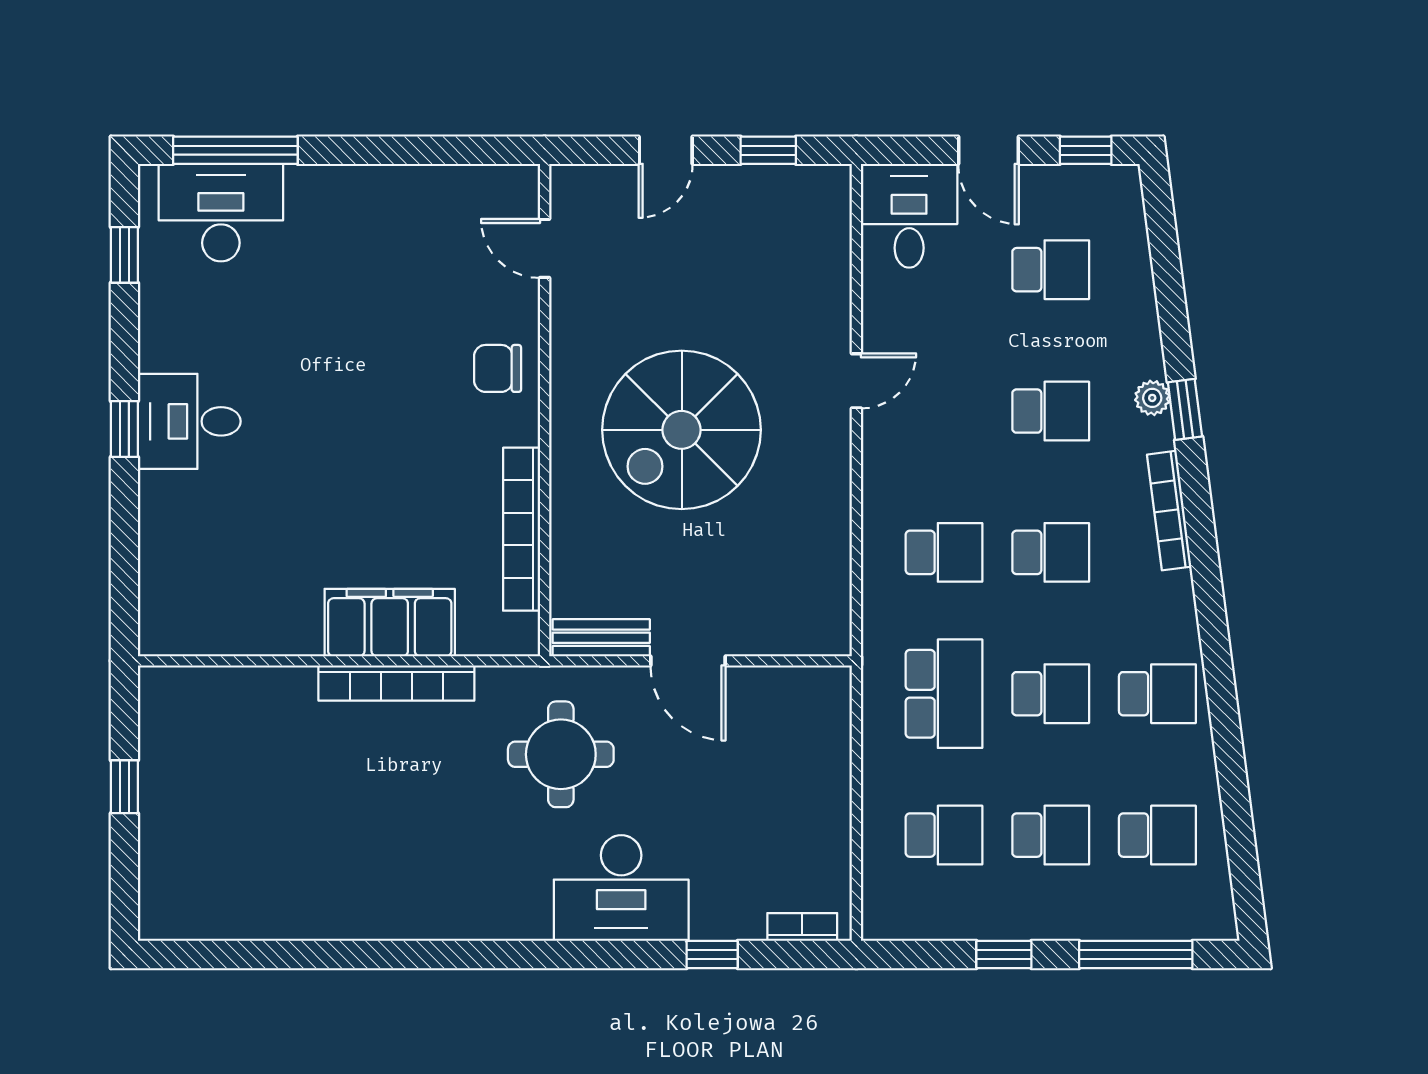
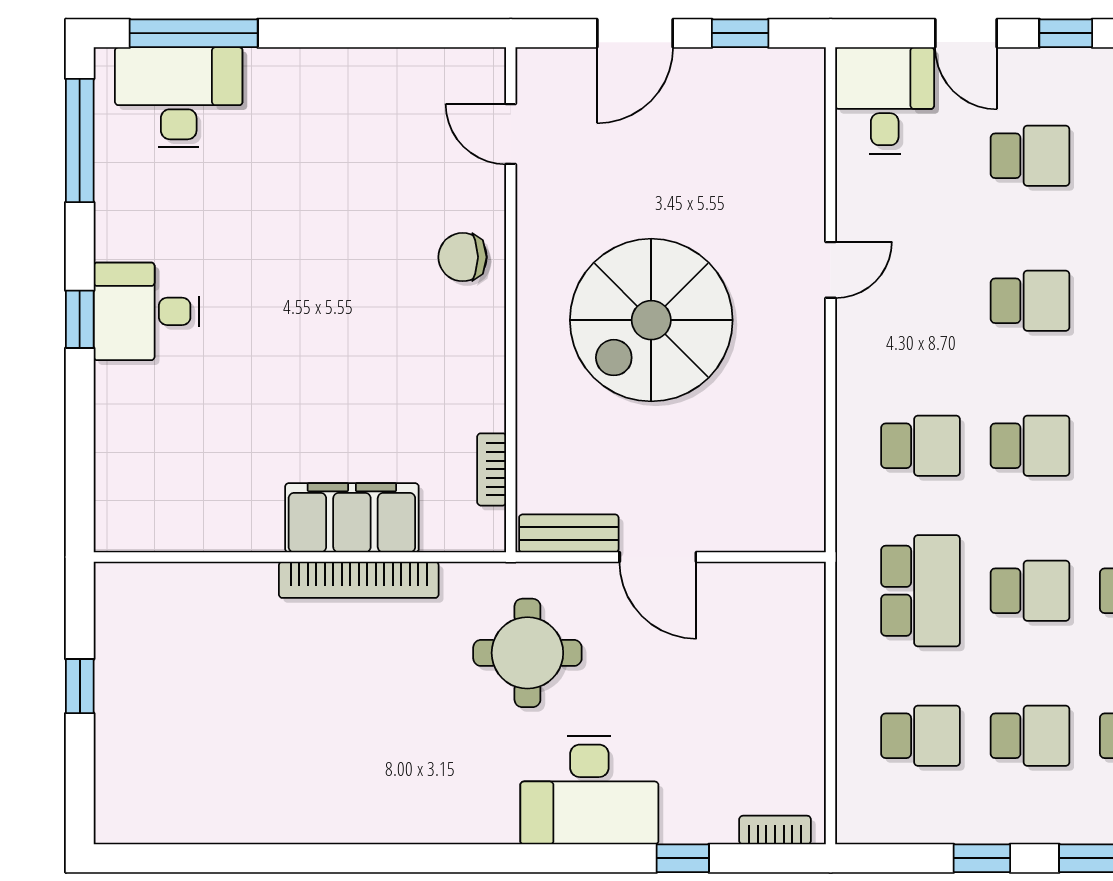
door: (666, 150) -> (635, 33), width x1.38
window: (124, 255) -> (80, 140), width x2.17
bookcase: (522, 529) -> (492, 469), width x0.43, depth x0.76

